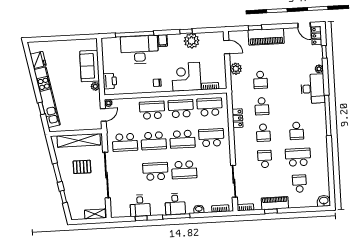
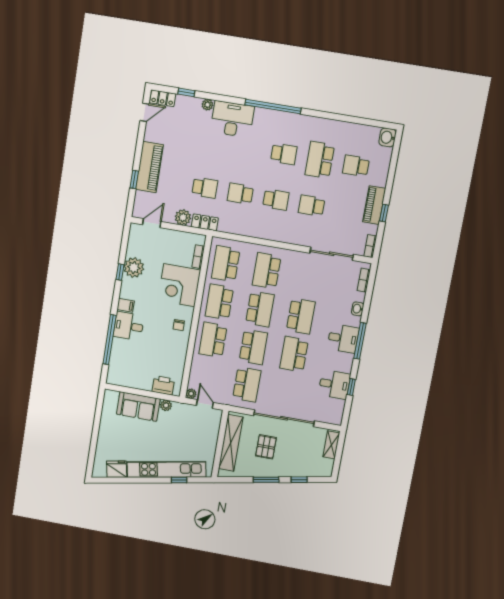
desk: (139, 50) -> (129, 326), width x0.53, depth x0.77
school desk: (262, 106) -> (240, 194), turned 180
locker: (238, 118) -> (205, 222), moved

